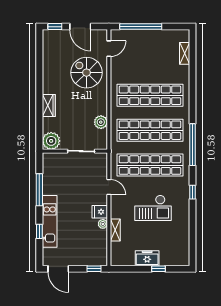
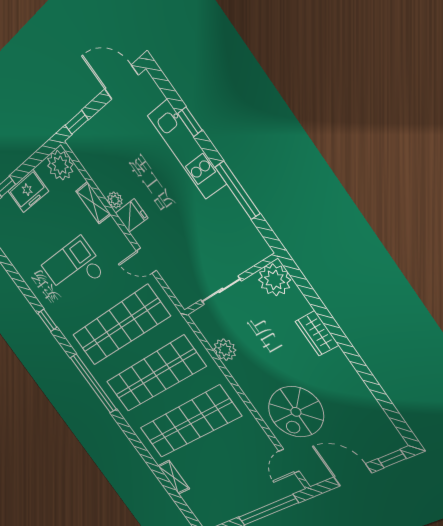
shelving: (185, 53) -> (174, 477), moved
spiral stairs: (87, 73) -> (296, 412), turned 90
plant: (119, 257) -> (60, 165), added

